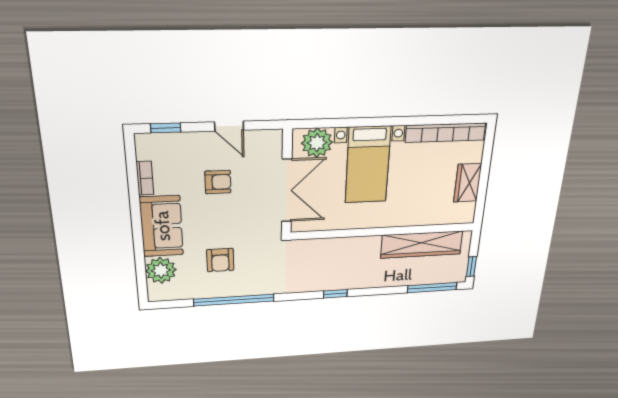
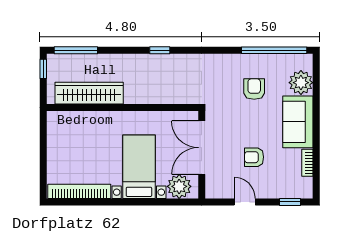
wardrobe: (468, 183) -> (56, 148), removed
window: (234, 300) -> (274, 50), moved

